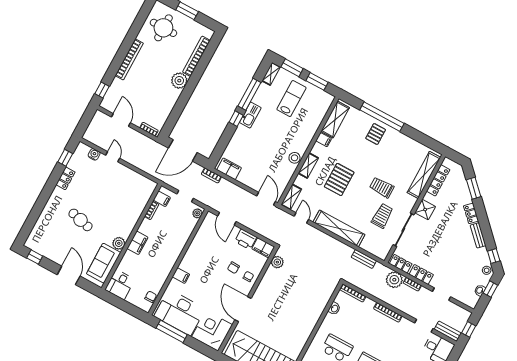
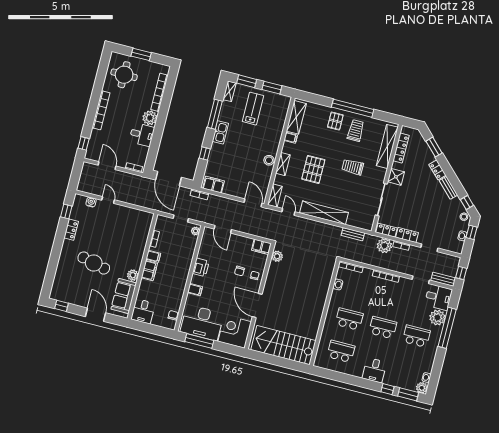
desk: (166, 96) -> (142, 135), added
window: (382, 117) -> (353, 108), moved
window: (236, 119) -> (205, 154), moved
door: (183, 150) -> (168, 179), hinge flipped
filing cabinet: (162, 199) -> (153, 256), moved
trolley: (382, 216) -> (356, 131), moved
cafe table: (81, 220) -> (94, 263), width x1.37, depth x1.35
printer: (246, 239) -> (201, 267), moved, turned -90

